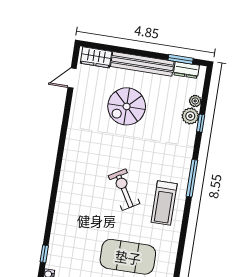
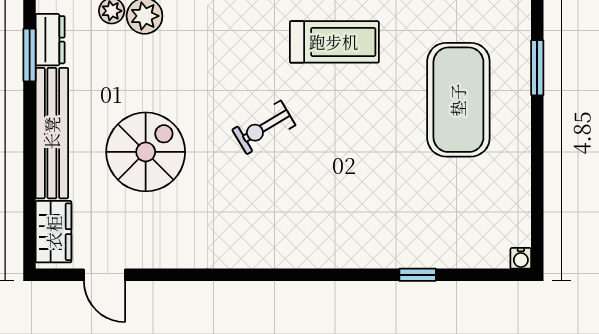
spiral stairs: (127, 106) -> (146, 152), turned -90
exercise bike: (124, 190) -> (264, 127), moved, width x0.73, depth x0.72
window: (44, 254) -> (418, 275), moved

